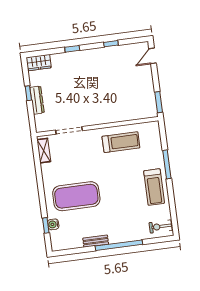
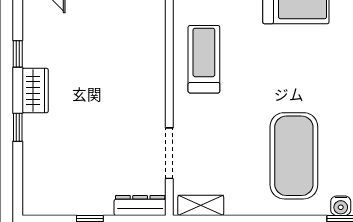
wardrobe: (39, 63) -> (35, 91), moved
dresser: (37, 100) -> (140, 206), moved

